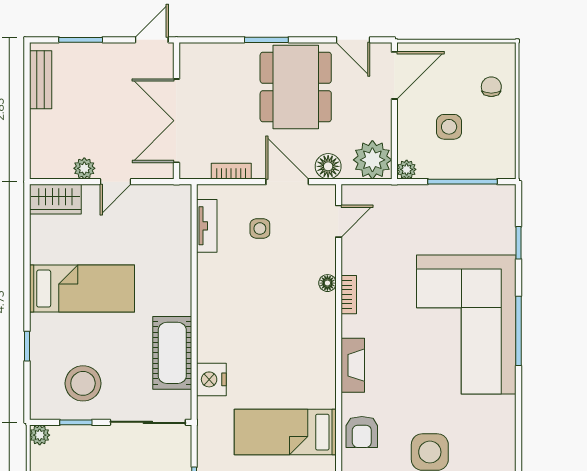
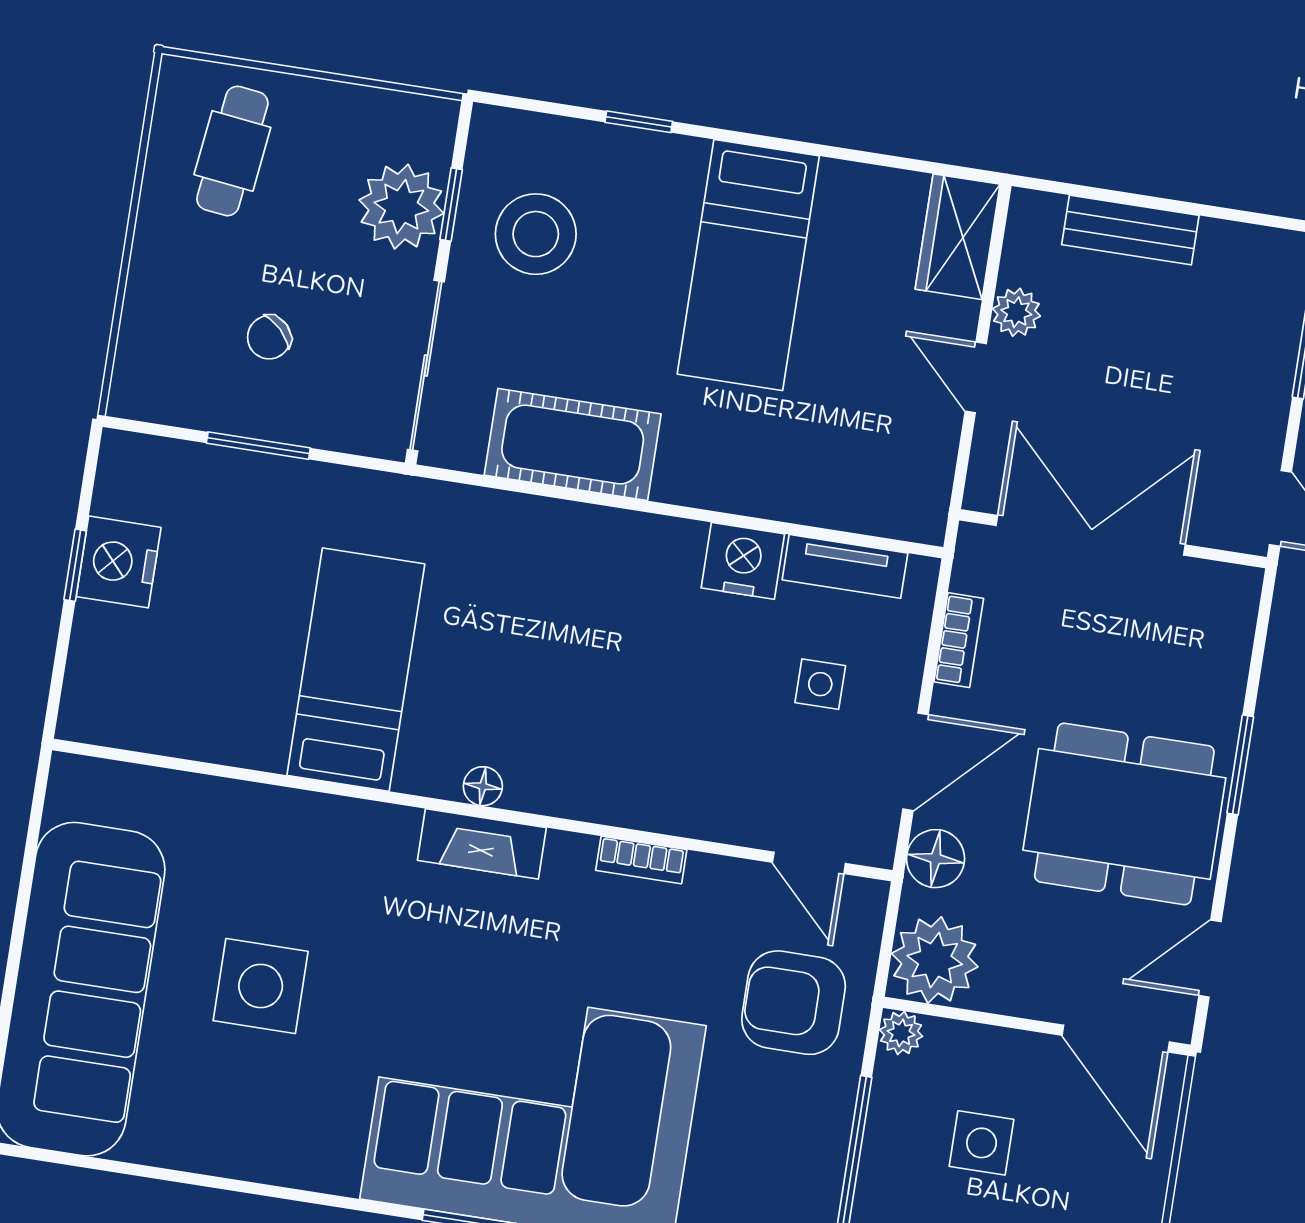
bench: (41, 80) -> (1130, 230), moved
floor lamp: (327, 283) -> (483, 786), moved
nightstand: (211, 379) -> (743, 561), moved
armchair: (362, 432) -> (794, 1003), moved, width x1.38, depth x1.38
plant: (40, 435) -> (401, 207), moved, width x1.87, depth x1.87

